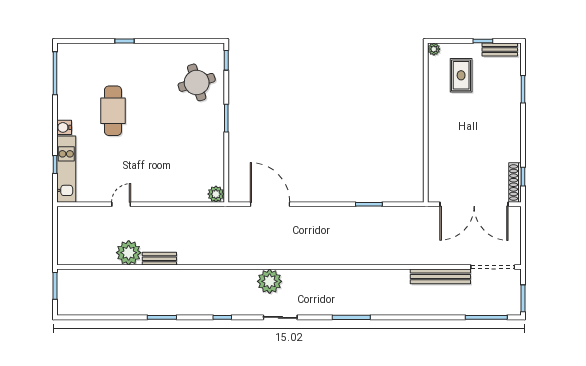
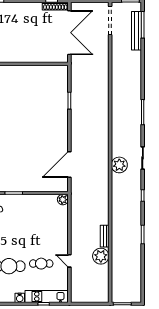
cafe table: (117, 161) -> (41, 264), added
bench: (440, 276) -> (137, 31), moved

